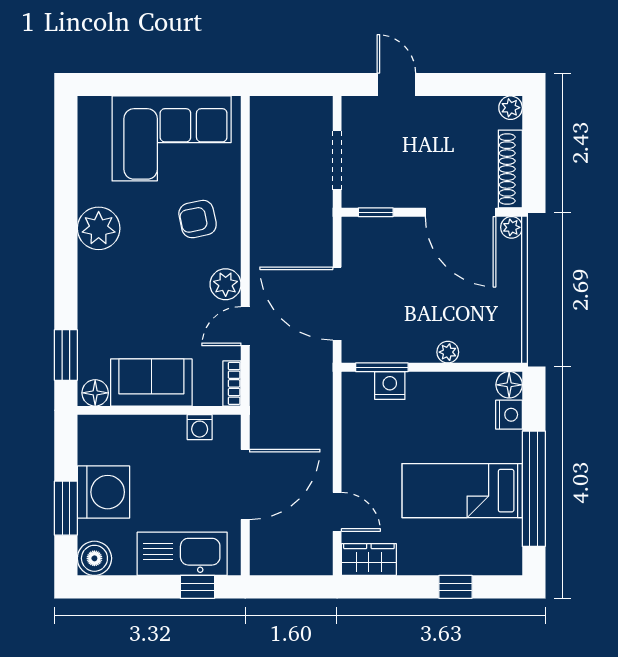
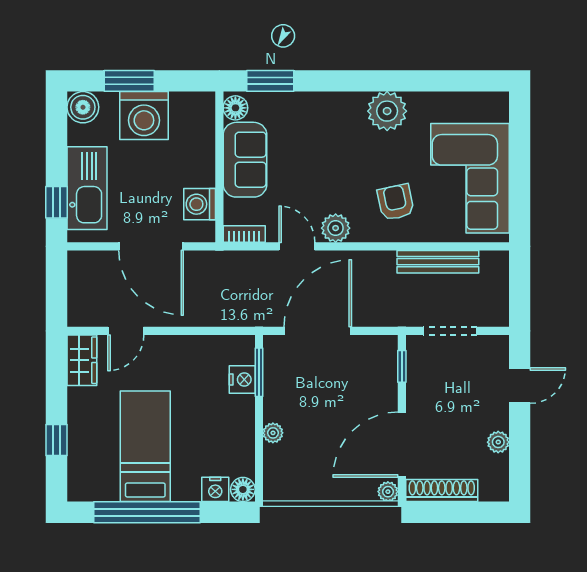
plant: (511, 108) -> (498, 442), moved
bench: (262, 173) -> (438, 262), added
washing machine: (200, 427) -> (200, 204), width x1.38, depth x1.38

